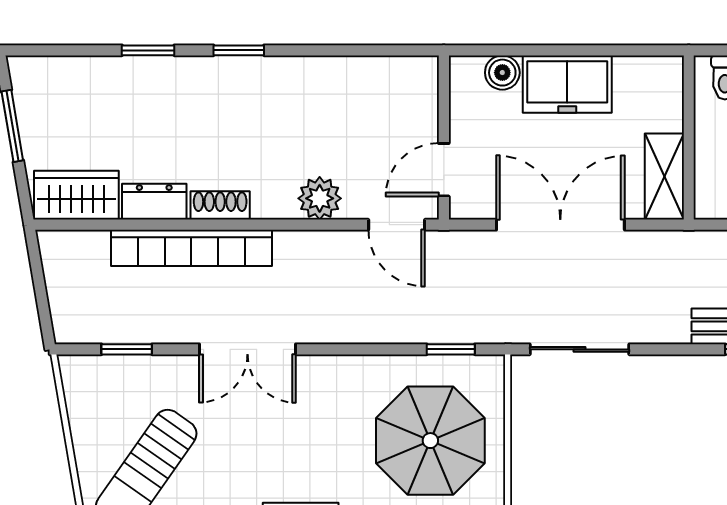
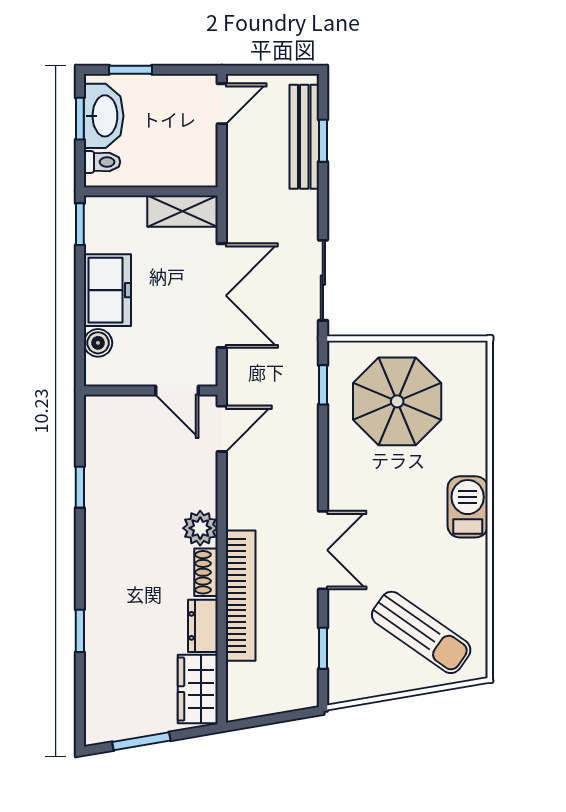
window: (239, 50) -> (80, 487), moved
window: (648, 50) -> (80, 224), added
plant: (320, 198) -> (200, 528), moved
double door: (560, 225) -> (222, 296), swing flipped

